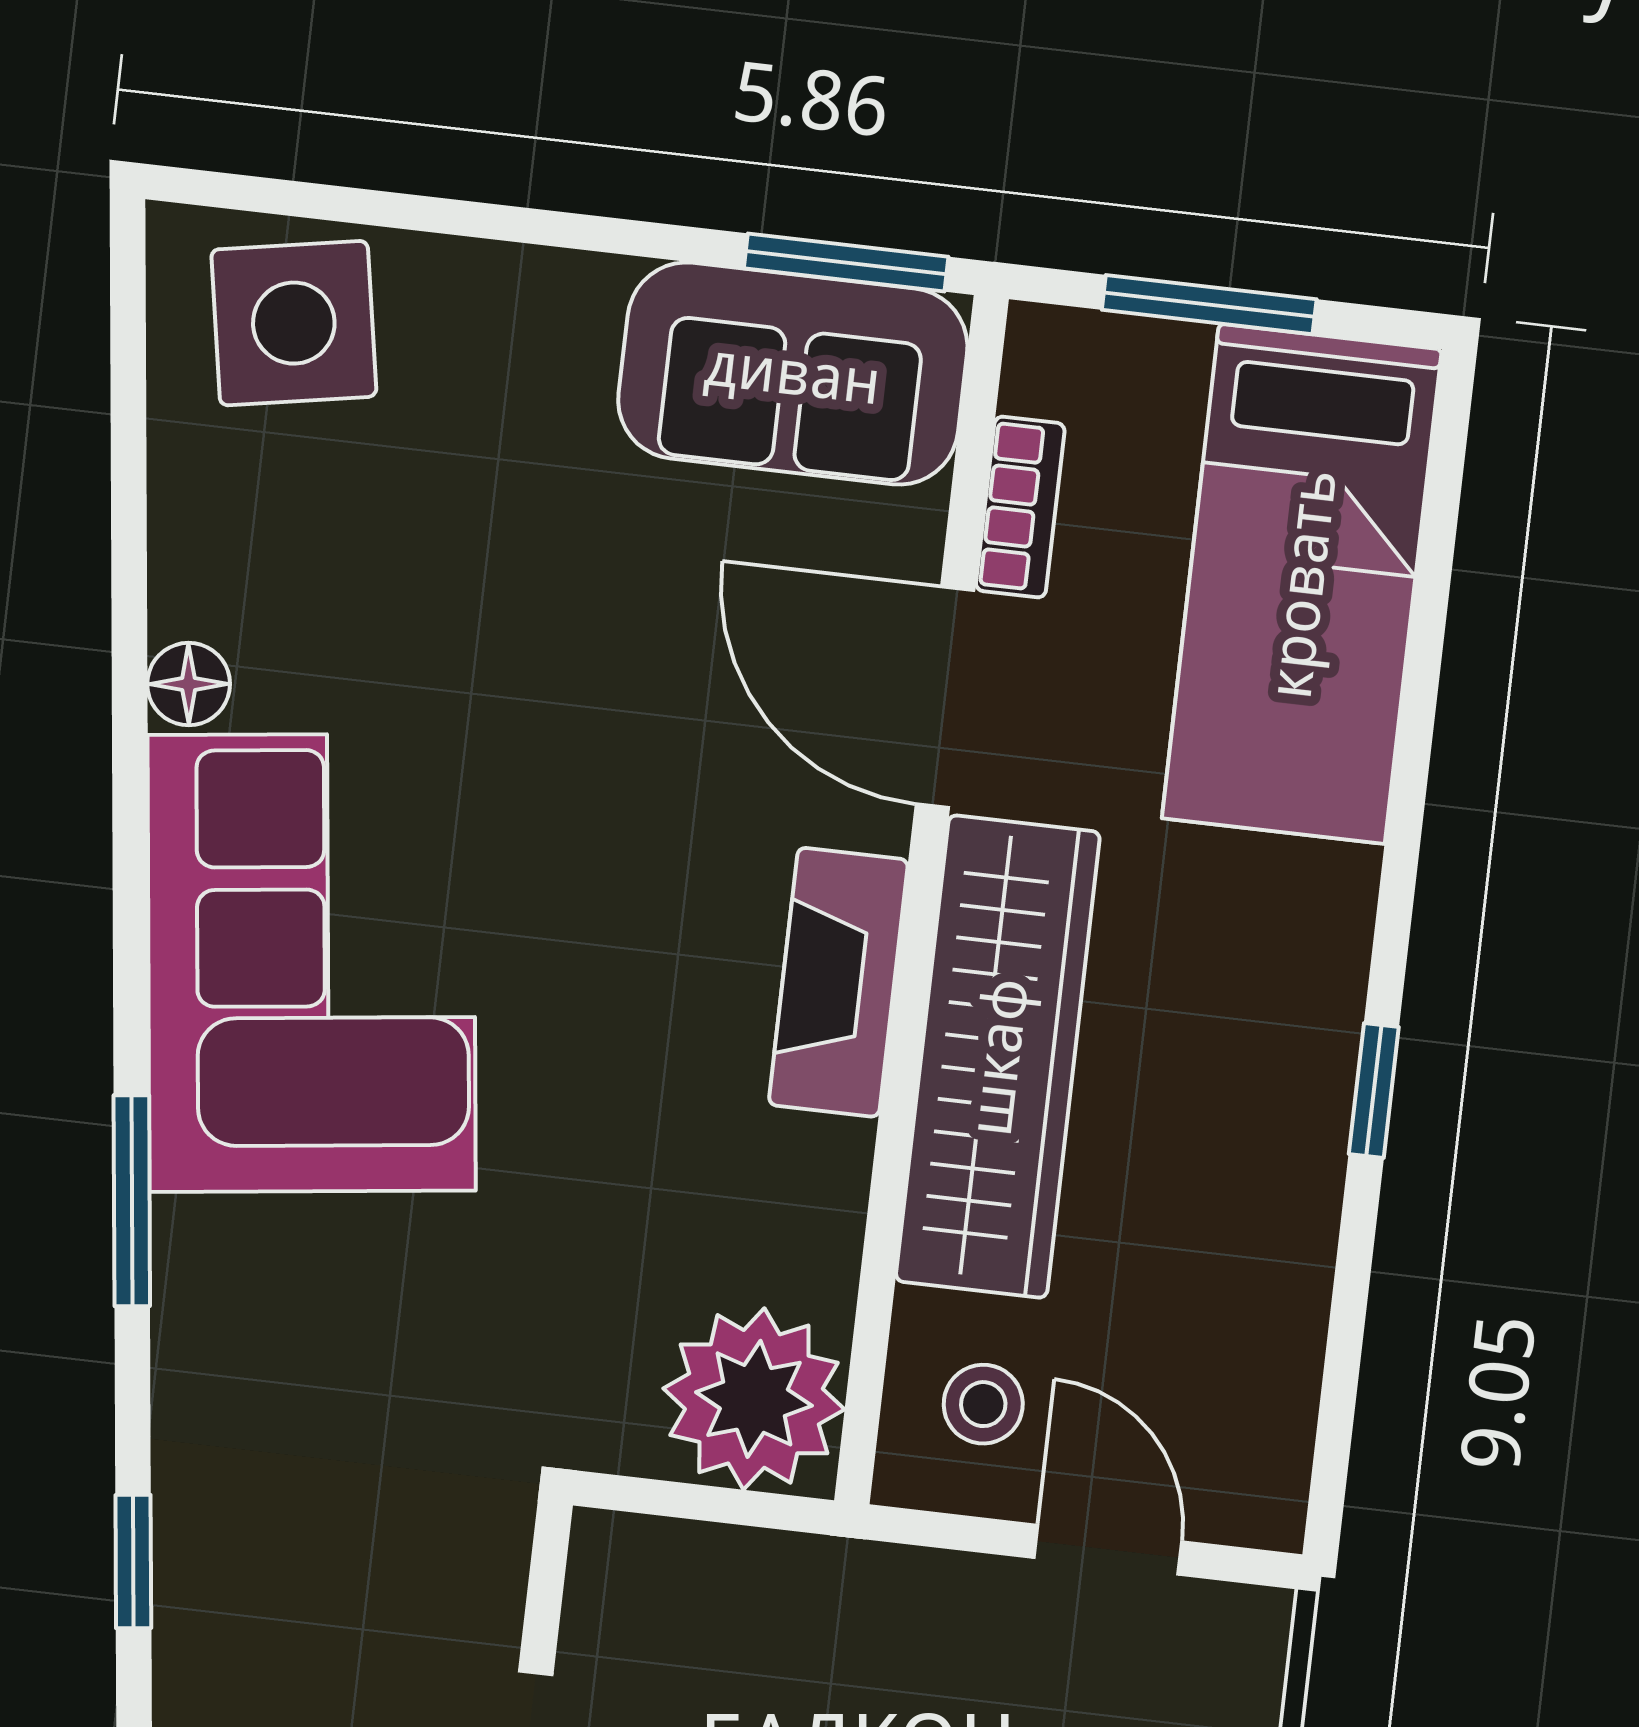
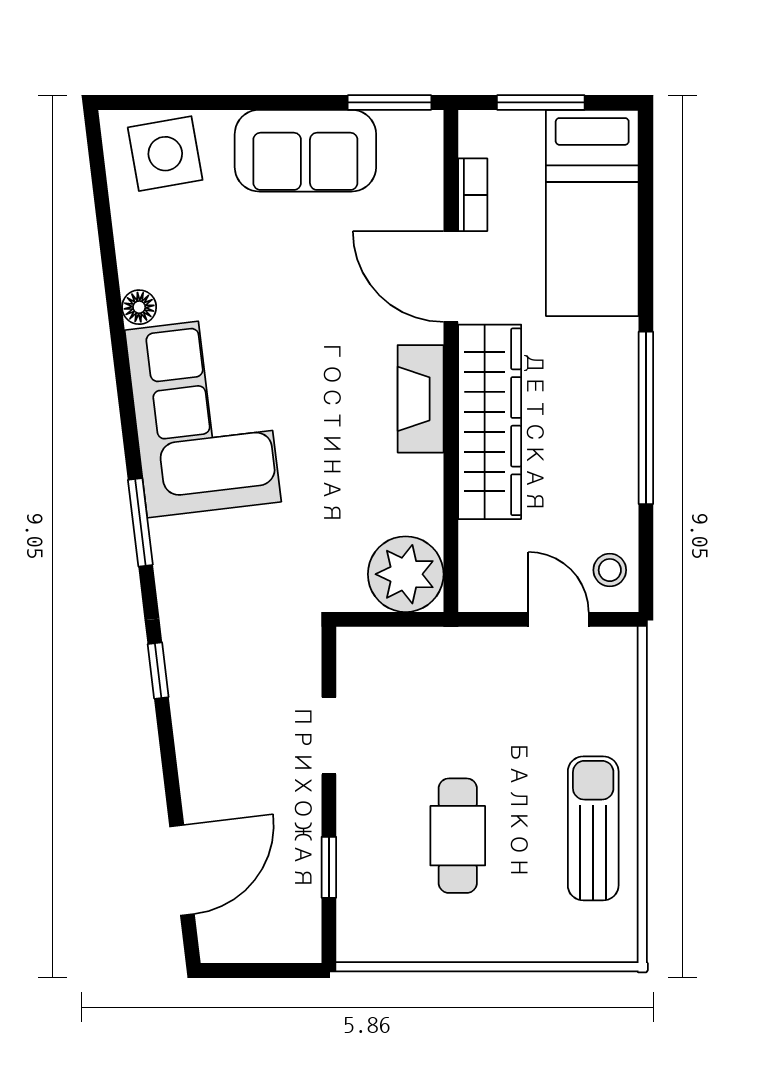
sofa: (793, 373) -> (305, 151), moved
window: (1374, 1091) -> (646, 418), width x3.17
stool: (983, 1404) -> (610, 570), moved

